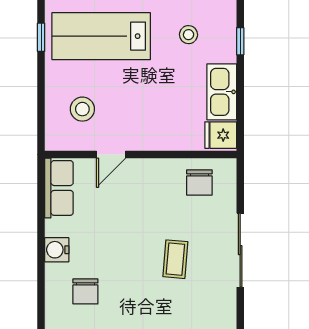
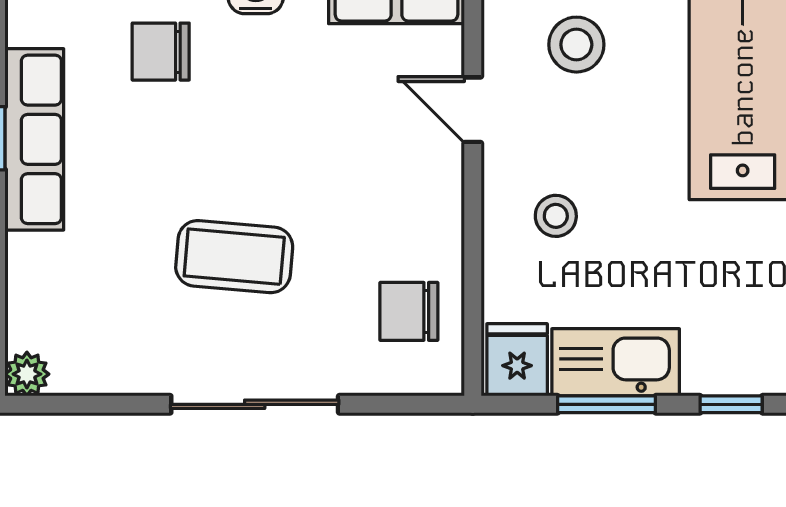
stool: (189, 35) -> (556, 216), moved
window: (240, 96) -> (607, 404), added
coffee table: (175, 259) -> (234, 257), width x1.36, depth x1.30

